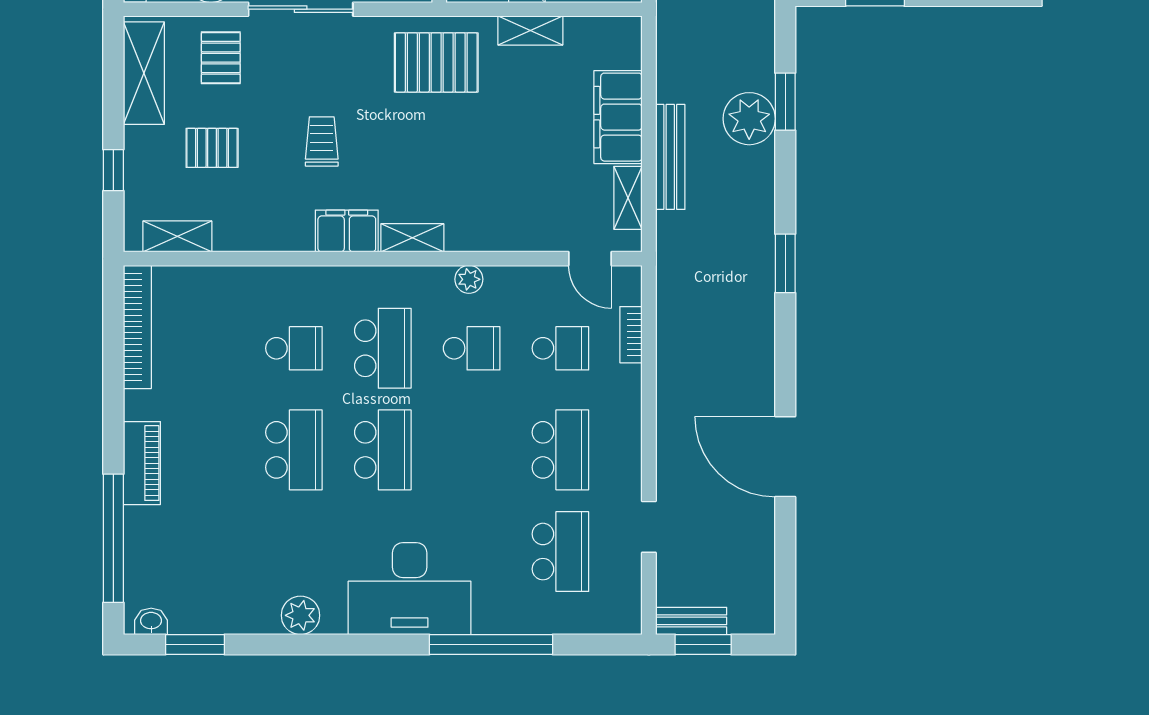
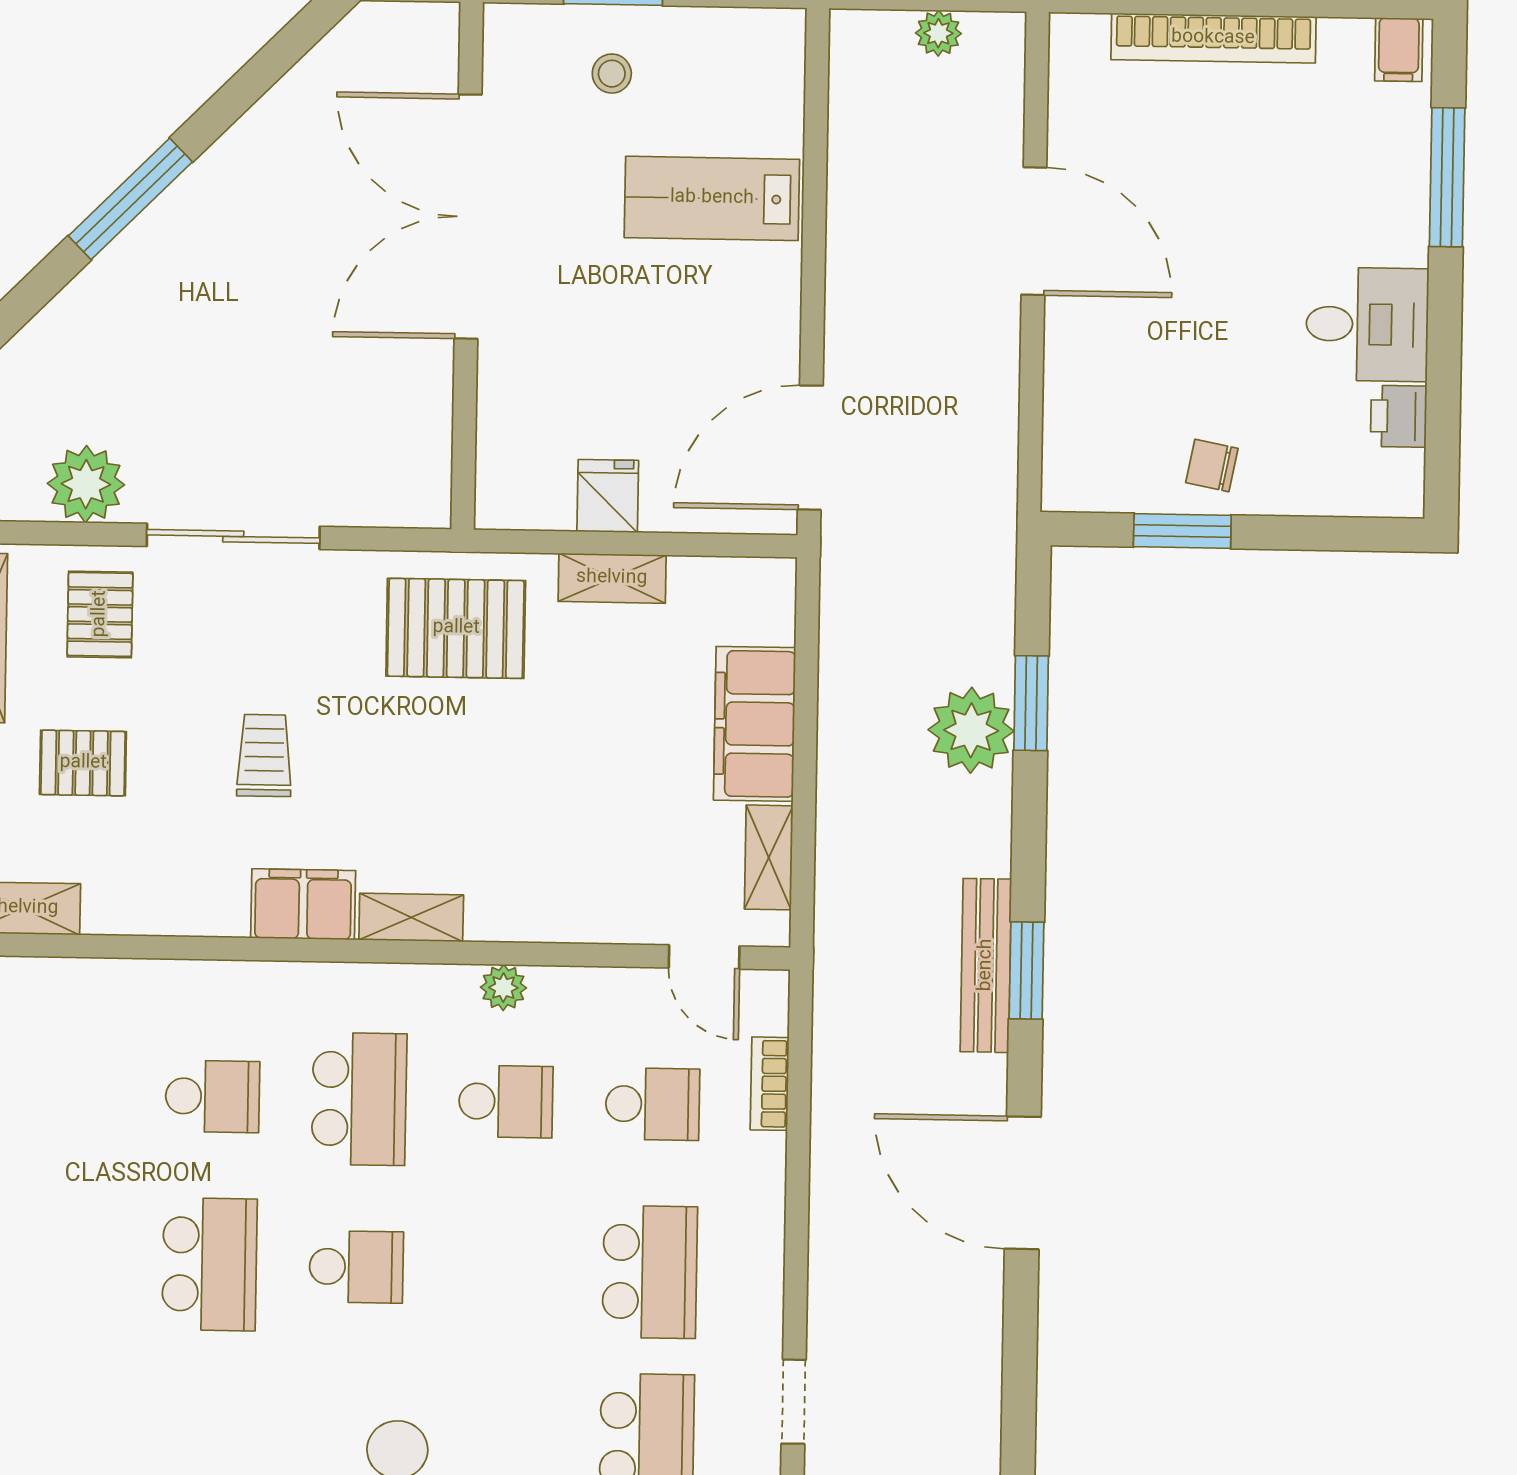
bench: (670, 157) -> (986, 965), moved
school desk: (383, 450) -> (356, 1267), width x0.54
door: (785, 457) -> (1023, 1183), moved

